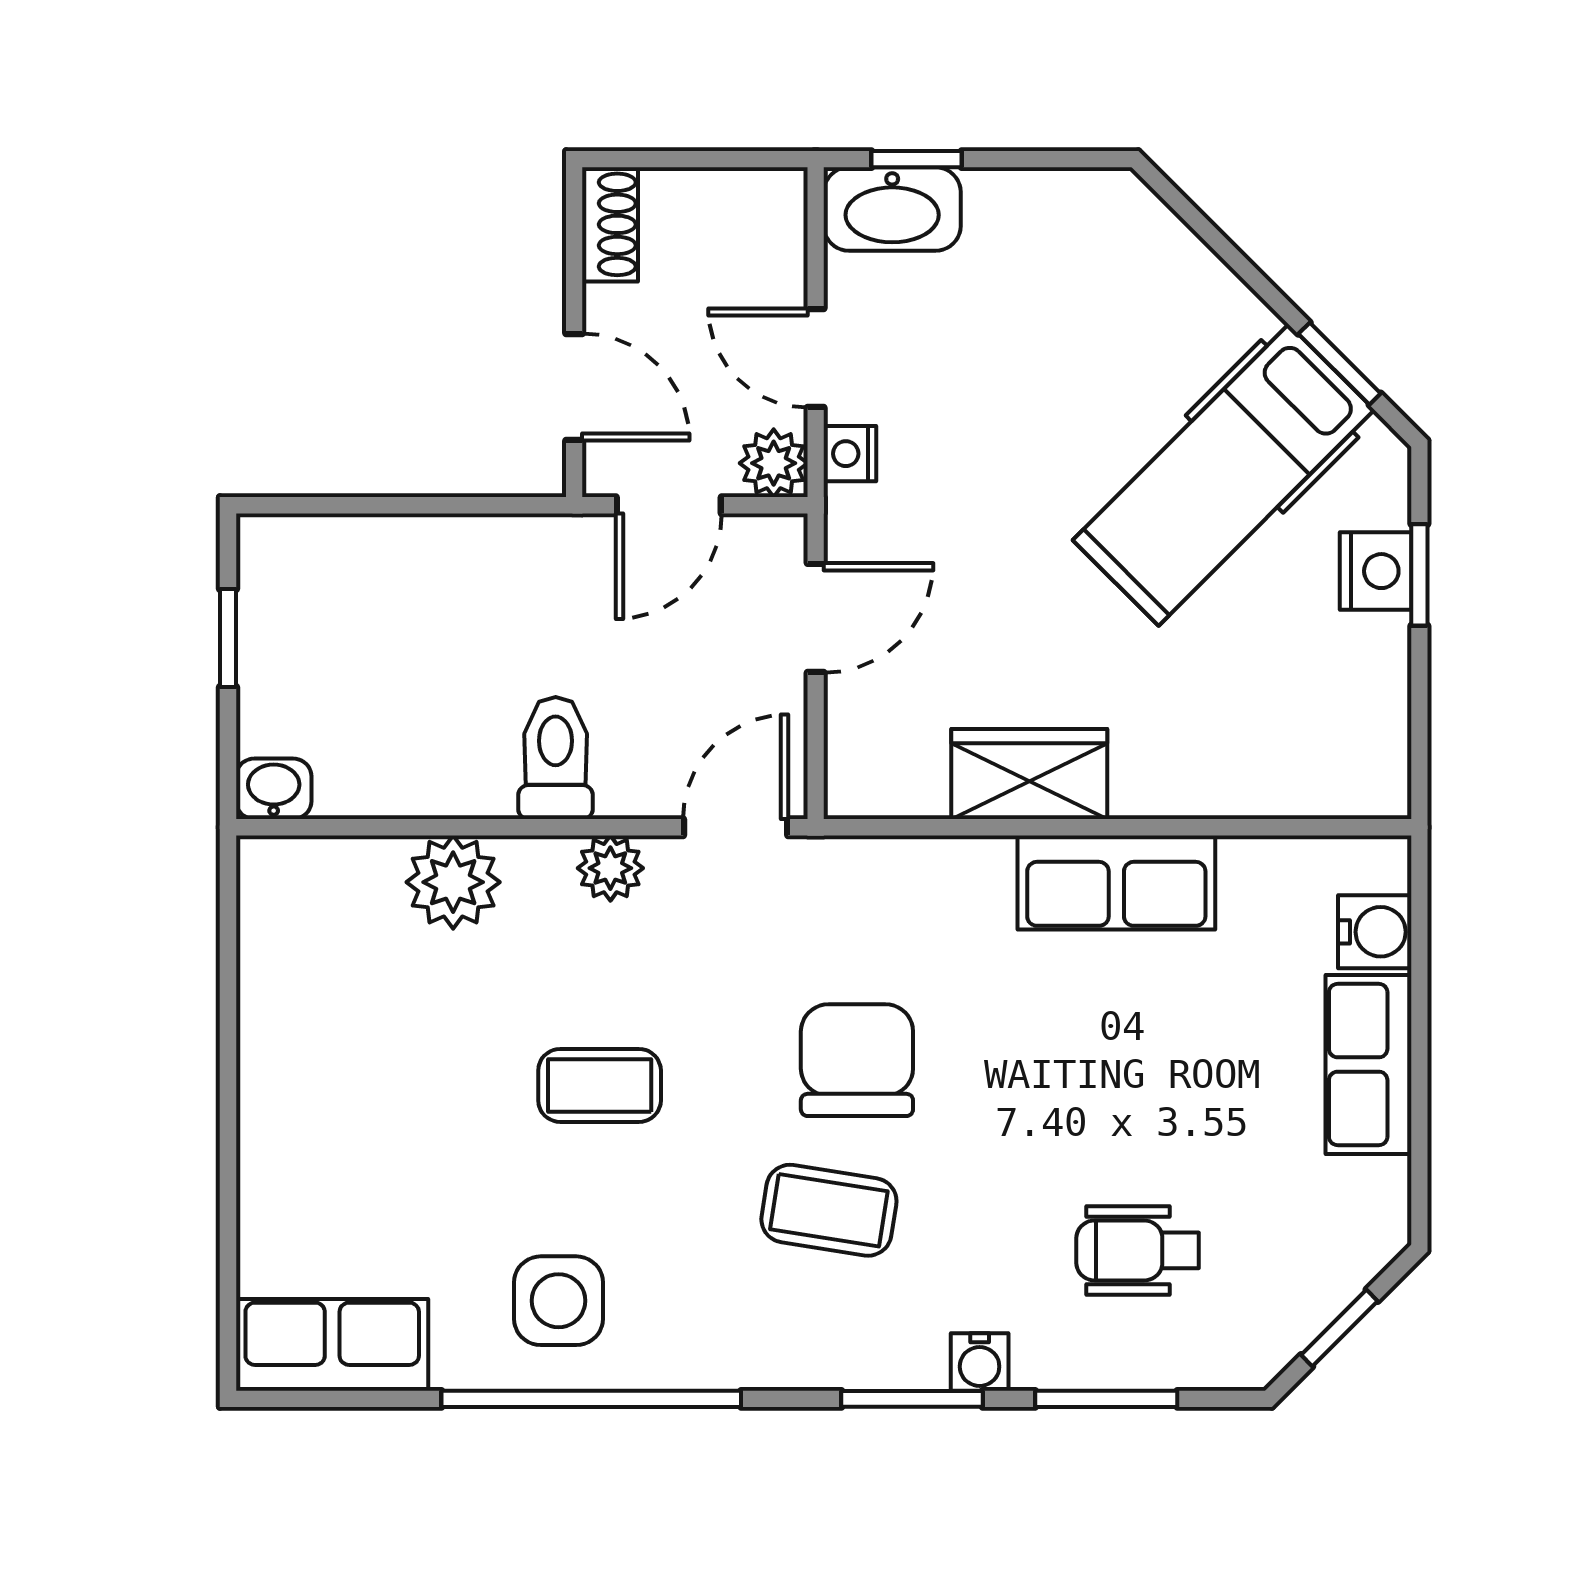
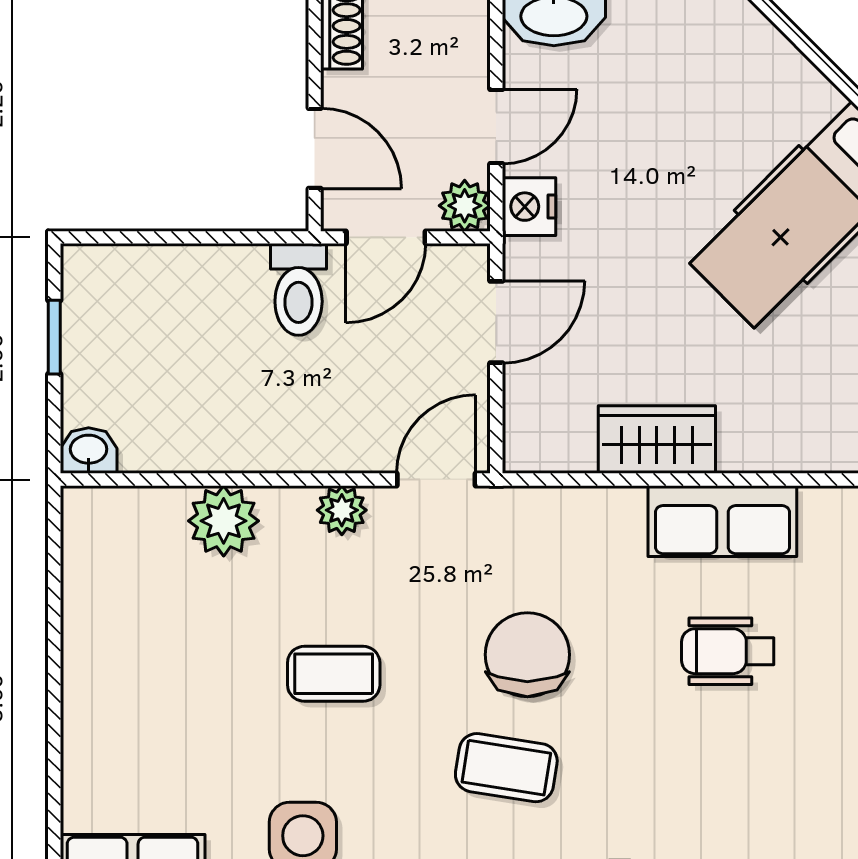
door: (816, 358) -> (496, 127), swing flipped
nightstand: (850, 454) -> (529, 207), width x1.39, depth x1.35
toilet: (556, 758) -> (299, 289), moved, turned 180
wheelchair: (1138, 1250) -> (728, 651), moved

